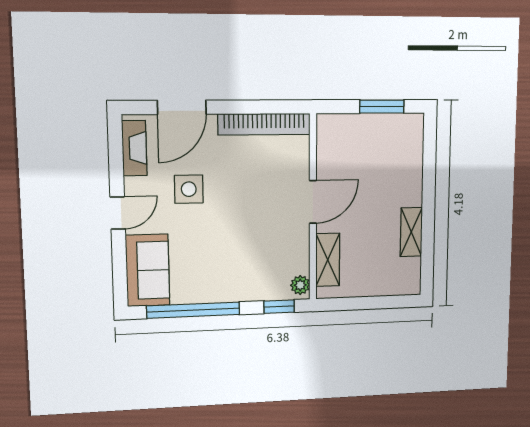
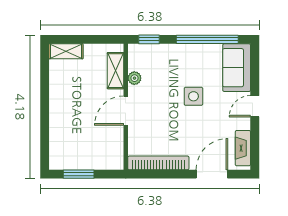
side table: (189, 189) -> (193, 96), moved
shelving: (411, 232) -> (66, 51), moved, turned 90
plant: (300, 285) -> (134, 78), moved

